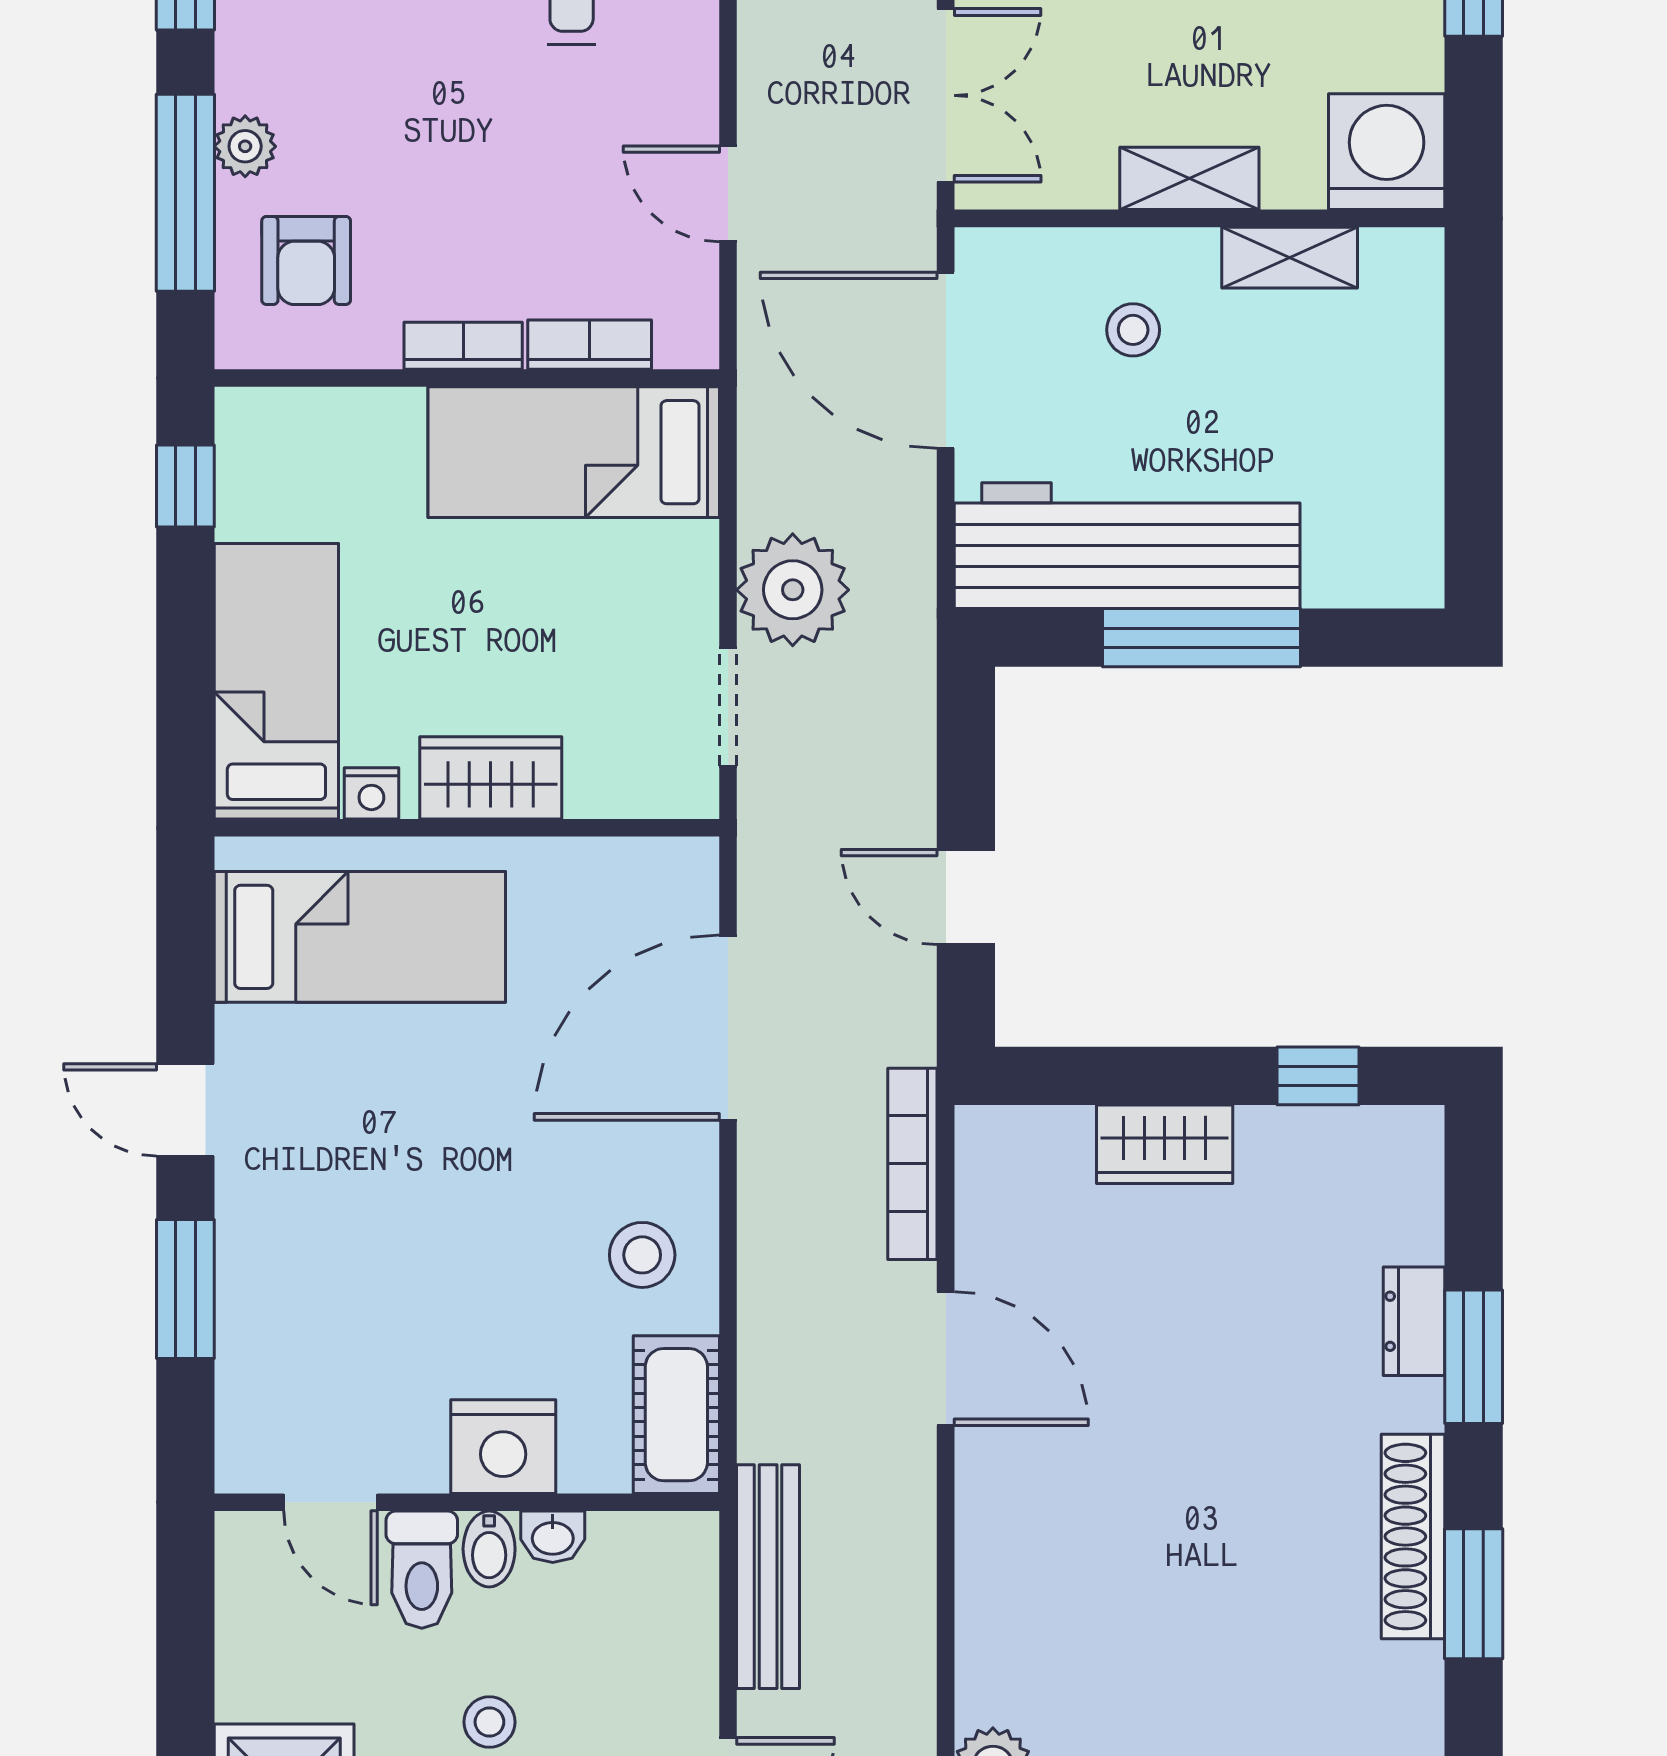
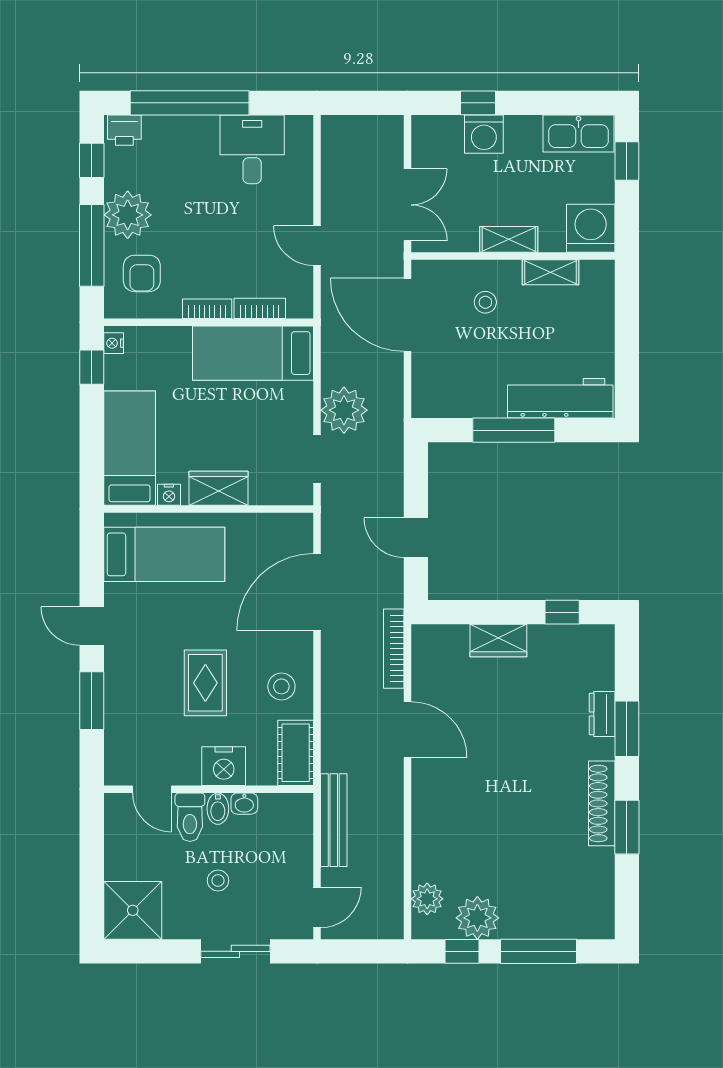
plant: (245, 146) -> (128, 215), width x1.87, depth x1.87
nightstand: (238, 428) -> (114, 343), added
workbench: (1127, 546) -> (560, 398), moved, width x0.73, depth x0.76
rug: (459, 1246) -> (205, 683), added

